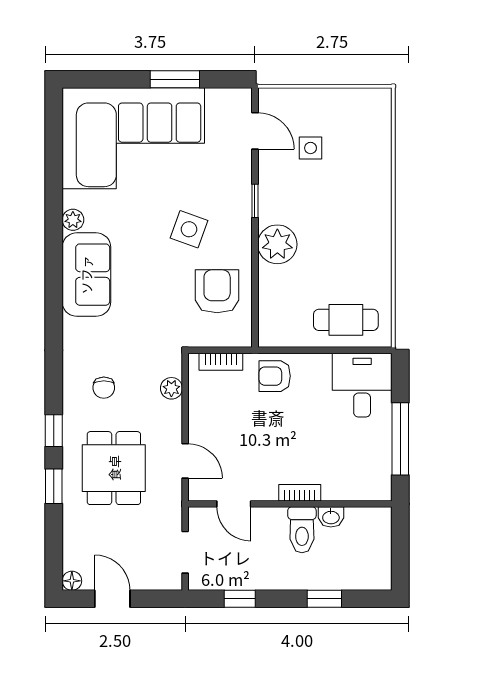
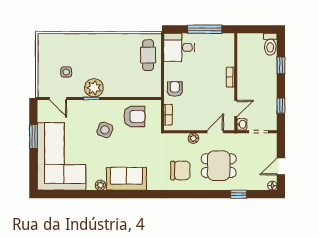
door: (255, 131) -> (58, 98), swing flipped
plant: (277, 244) -> (94, 88), moved
armchair: (217, 291) -> (134, 116), turned 180
armchair: (275, 376) -> (175, 89), turned 180
chair: (104, 388) -> (180, 170), width x1.87, depth x1.87
plant: (171, 388) -> (193, 138), moved
window: (54, 431) -> (201, 194), removed
window: (54, 486) -> (239, 194), moved
washbasin: (331, 517) -> (242, 124), moved
toilet: (302, 530) -> (270, 44), moved, turned 90

